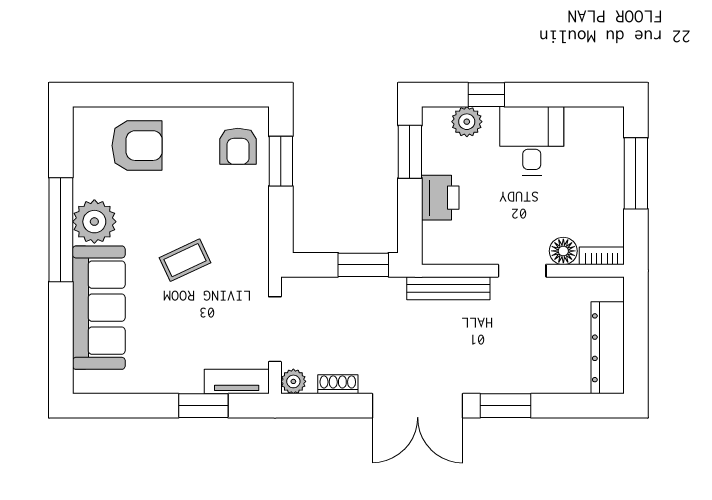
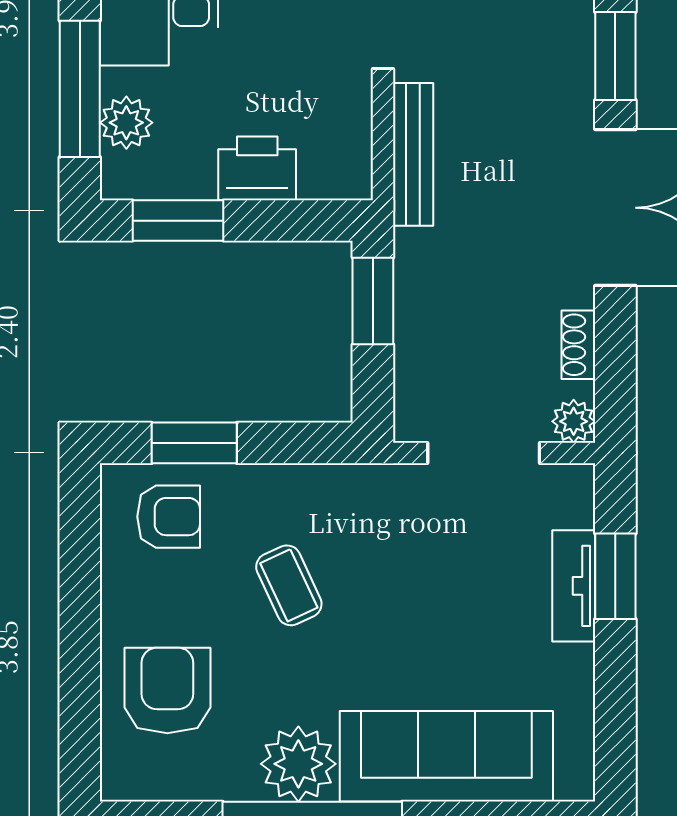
window: (486, 95) -> (80, 89), width x2.17
coffee table: (185, 260) -> (289, 585), moved
tv unit: (237, 382) -> (574, 586), moved

